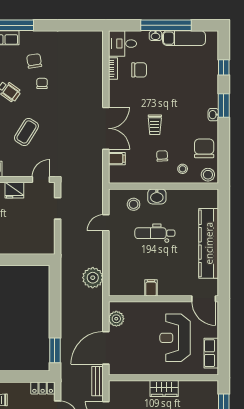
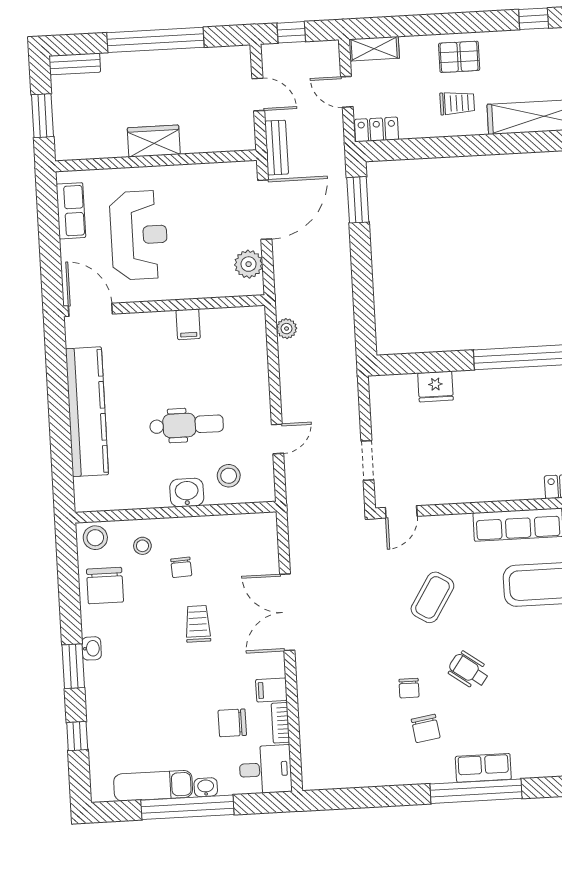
filing cabinet: (117, 159) -> (271, 690), moved
fridge: (14, 190) -> (435, 387), moved, turned 180
plant: (93, 278) -> (287, 329), width x0.53, depth x0.53

